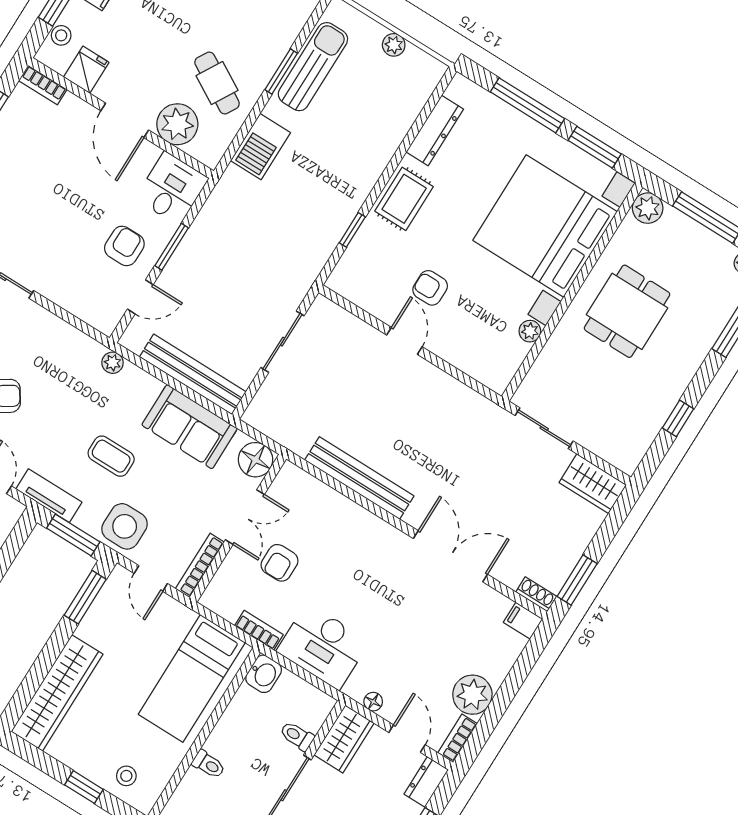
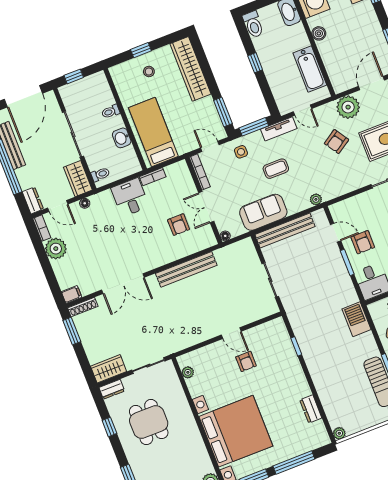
plant: (394, 45) -> (339, 433), moved
dresser: (435, 130) -> (311, 409), width x0.70
barbecue: (260, 147) -> (357, 319), moved
rug: (404, 199) -> (293, 379), removed
armchair: (430, 288) -> (246, 361), turned 90
door: (140, 297) -> (336, 233), swing flipped
dining table: (627, 311) -> (149, 422), moved
plant: (530, 331) -> (188, 372), moved
dresser: (620, 456) -> (112, 389), added
floor lamp: (256, 460) -> (225, 236), width x0.53, depth x0.53
side table: (125, 526) -> (241, 152), width x0.54, depth x0.54
armchair: (280, 563) -> (179, 225), moved, turned 180
shoe rack: (536, 594) -> (83, 307), width x1.43
desk: (323, 646) -> (130, 197), width x0.73
washbasin: (264, 674) -> (122, 138), moved
toilet: (297, 736) -> (100, 174), moved
stool: (126, 776) -> (149, 72), moved

